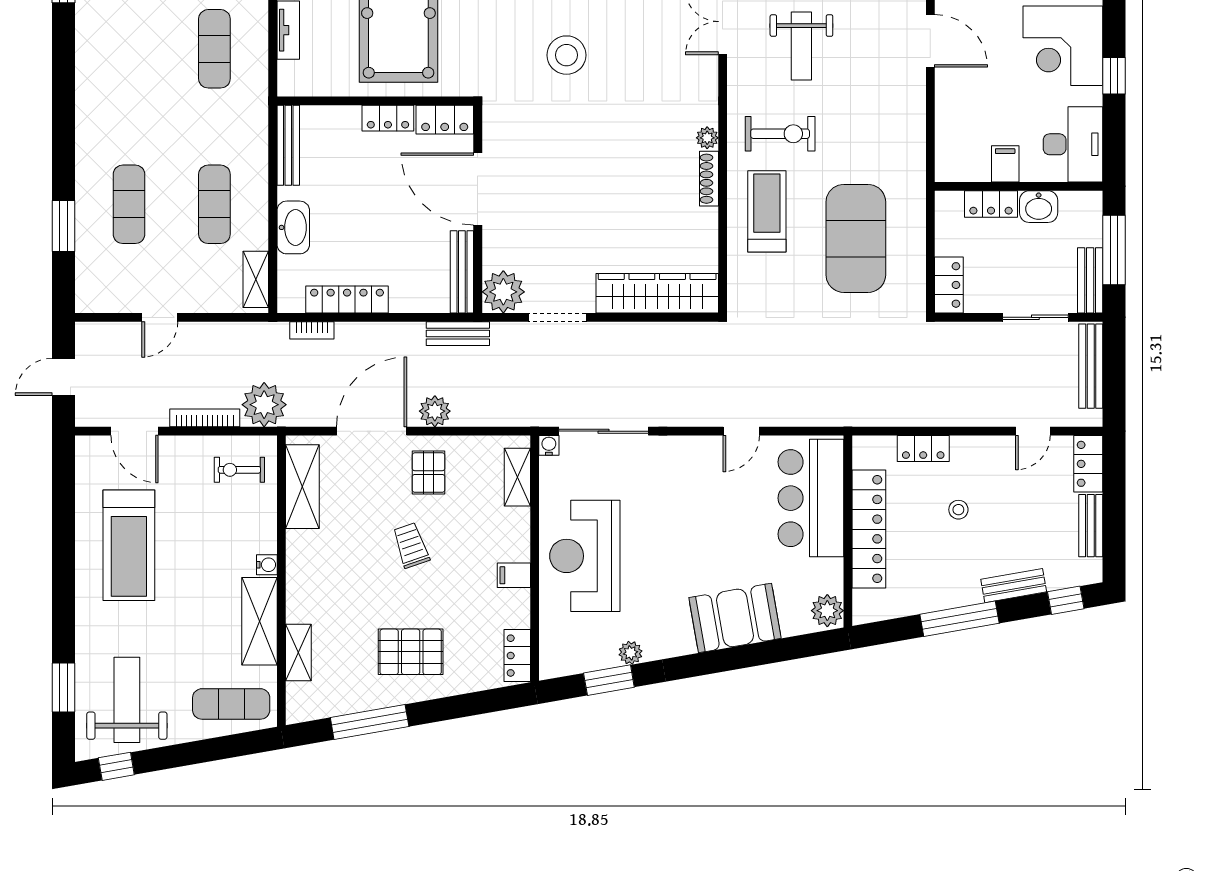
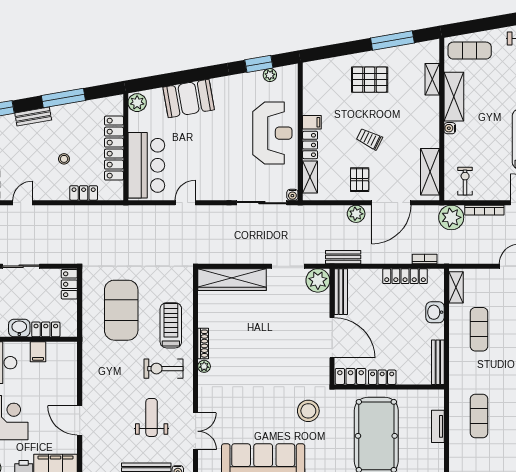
stool: (566, 55) -> (308, 411), moved
treadmill: (767, 211) -> (171, 325), turned 180
washbasin: (293, 227) -> (435, 312), width x0.72
exercise bike: (239, 470) -> (465, 181), turned -90
trolley: (411, 545) -> (369, 139), turned 135
plant: (630, 653) -> (270, 75), moved
locker: (517, 656) -> (310, 145), moved

